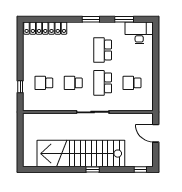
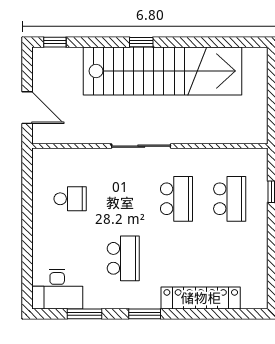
locker: (45, 28) -> (201, 298), moved
school desk: (44, 83) -> (230, 199), width x1.85
school desk: (73, 83) -> (176, 199), width x1.85
school desk: (103, 83) -> (123, 199), removed

